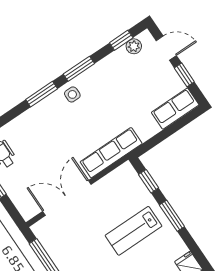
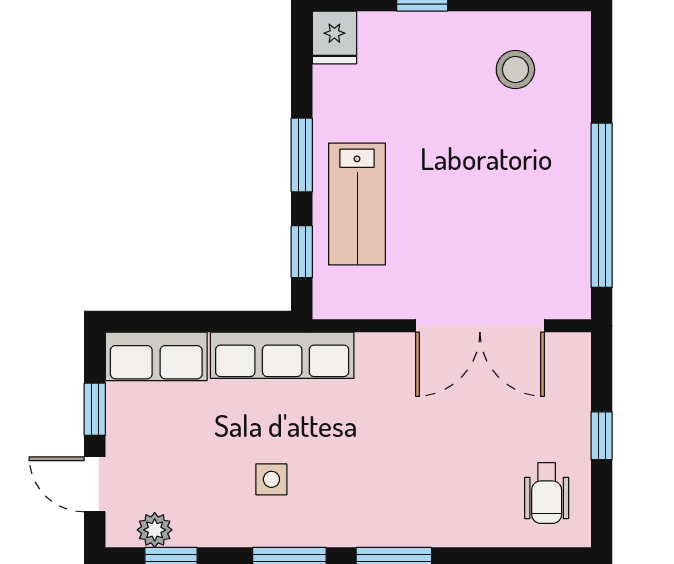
side table: (72, 94) -> (271, 479), moved
row of seats: (111, 153) -> (282, 355), moved
lab bench: (133, 231) -> (357, 204), moved, turned 90

